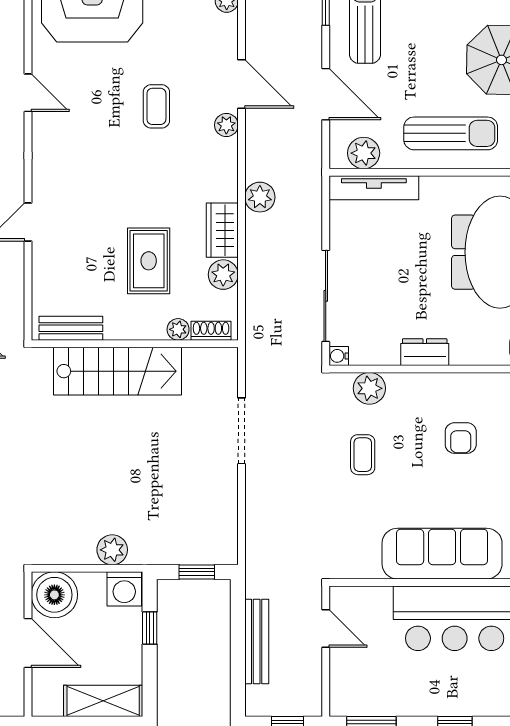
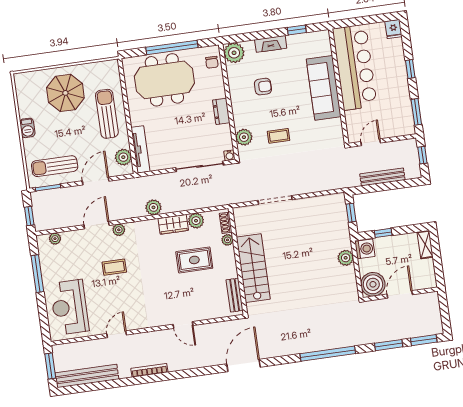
shelving: (103, 701) -> (425, 245), width x0.67, depth x0.75

